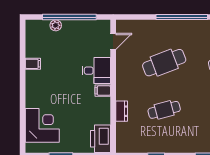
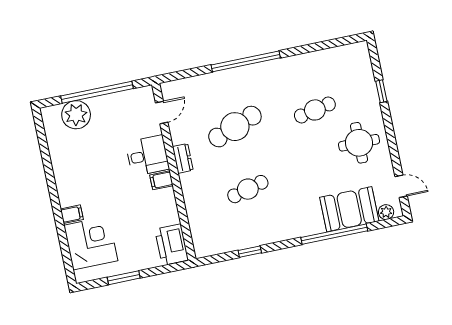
plant: (56, 25) -> (76, 115), width x1.88, depth x1.88
filing cabinet: (33, 64) -> (72, 214), moved
dresser: (122, 111) -> (183, 158), moved

